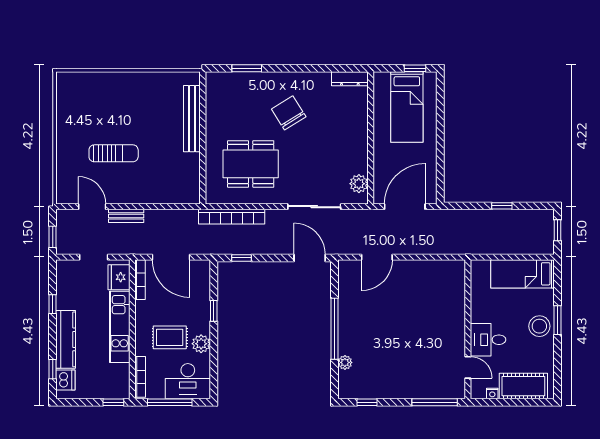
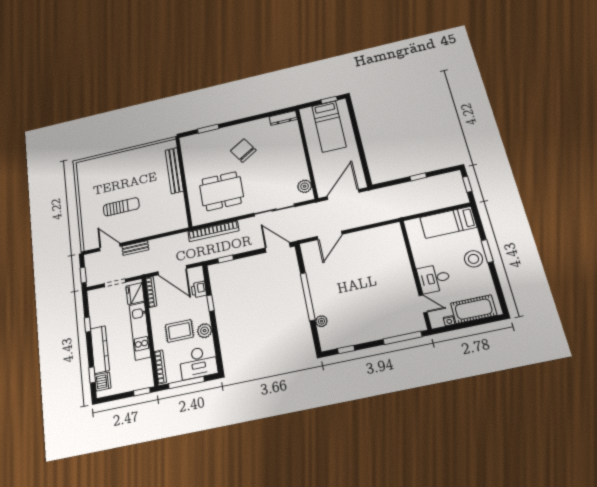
printer: (202, 290) -> (199, 289), added

